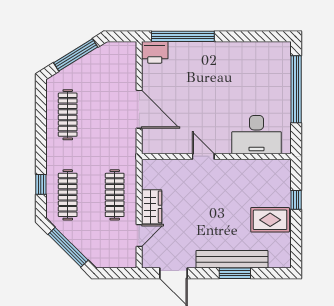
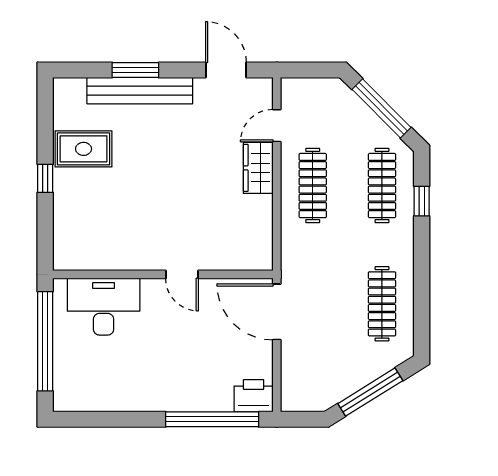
desk: (257, 135) -> (104, 307), moved
door: (203, 156) -> (182, 274), moved
wall: (216, 156) -> (163, 274), moved

